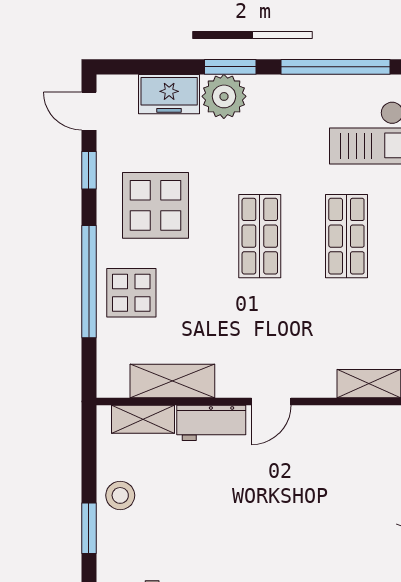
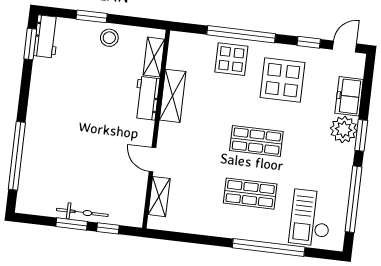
shelving: (172, 381) -> (173, 96), moved
door: (271, 402) -> (152, 160), moved

